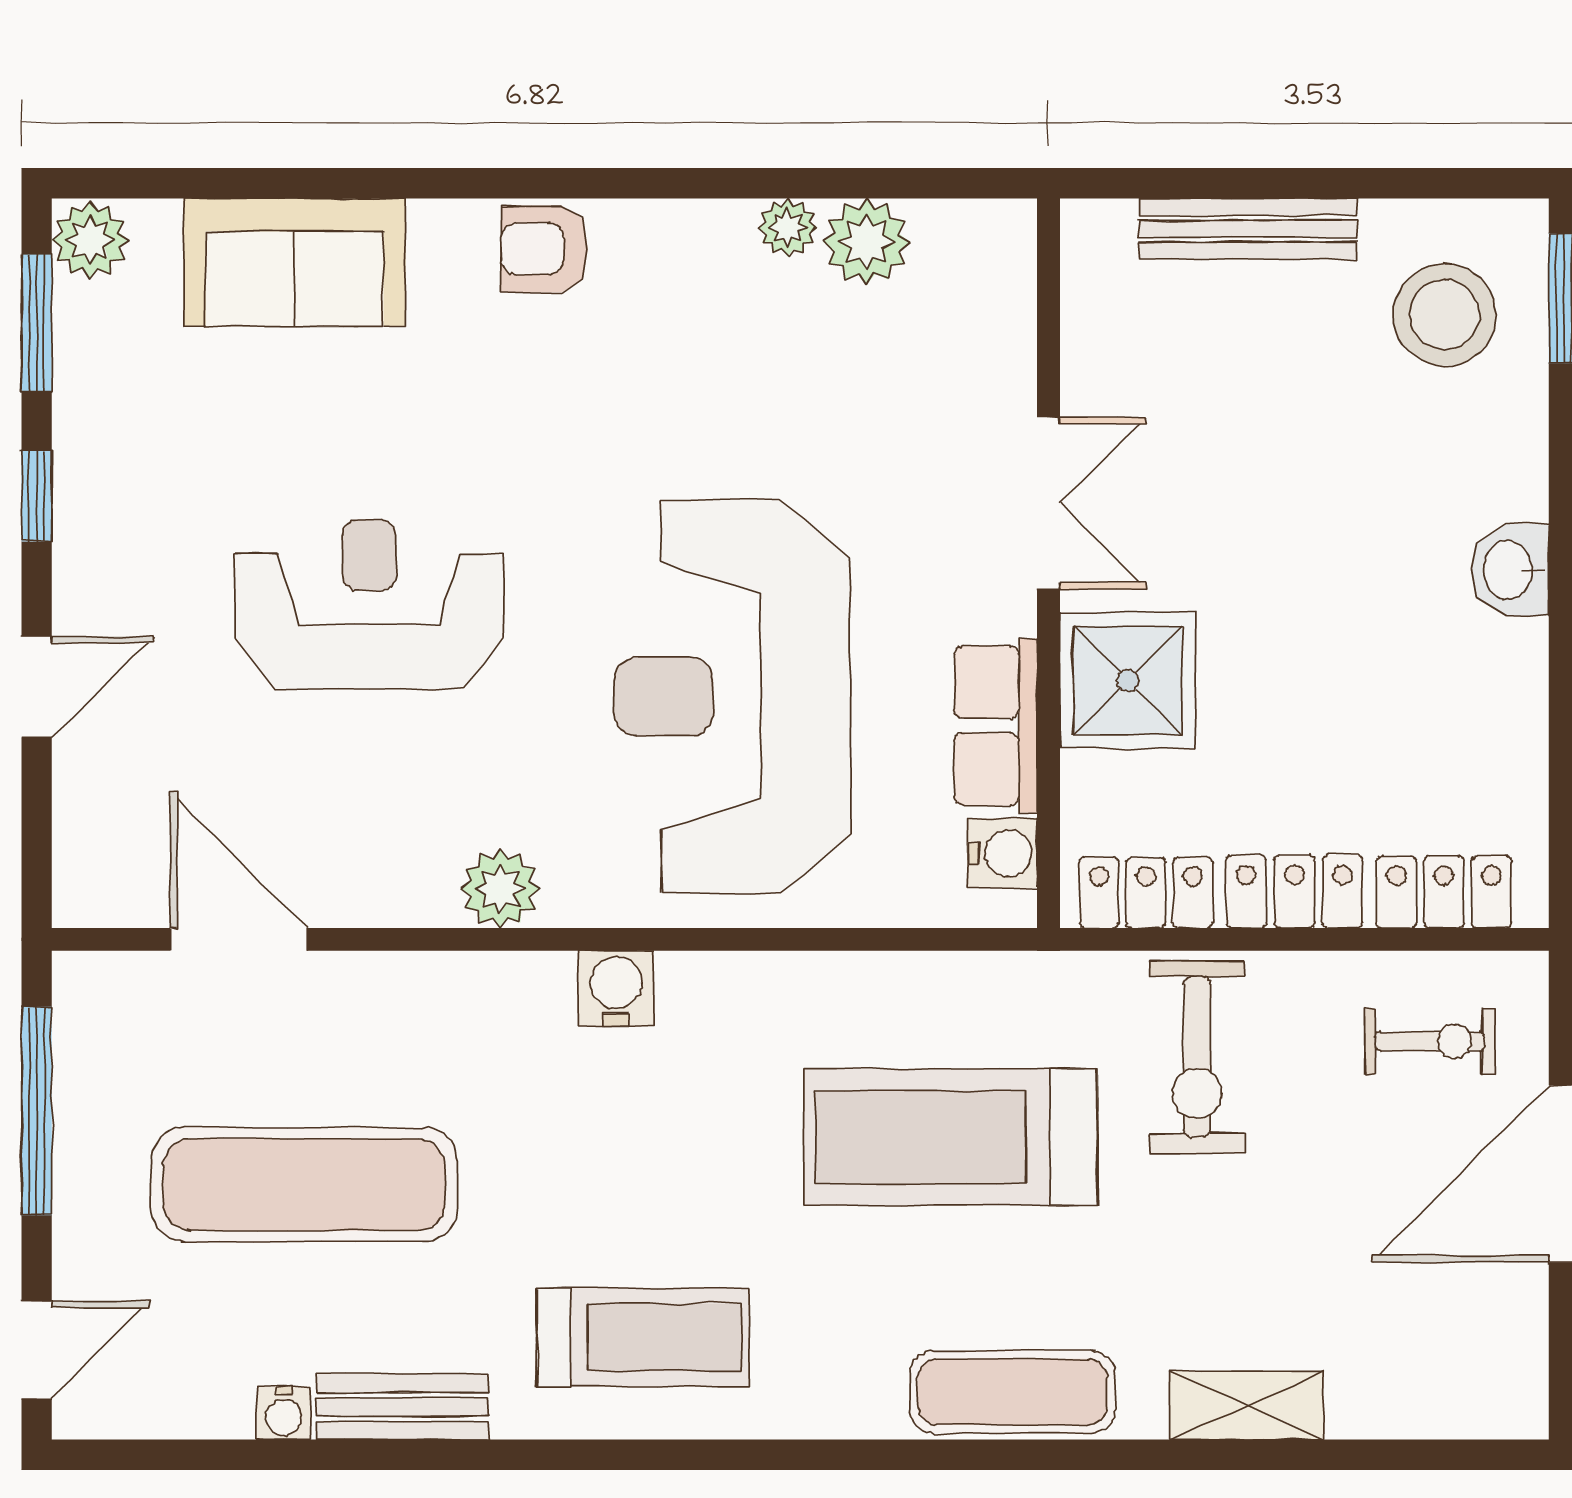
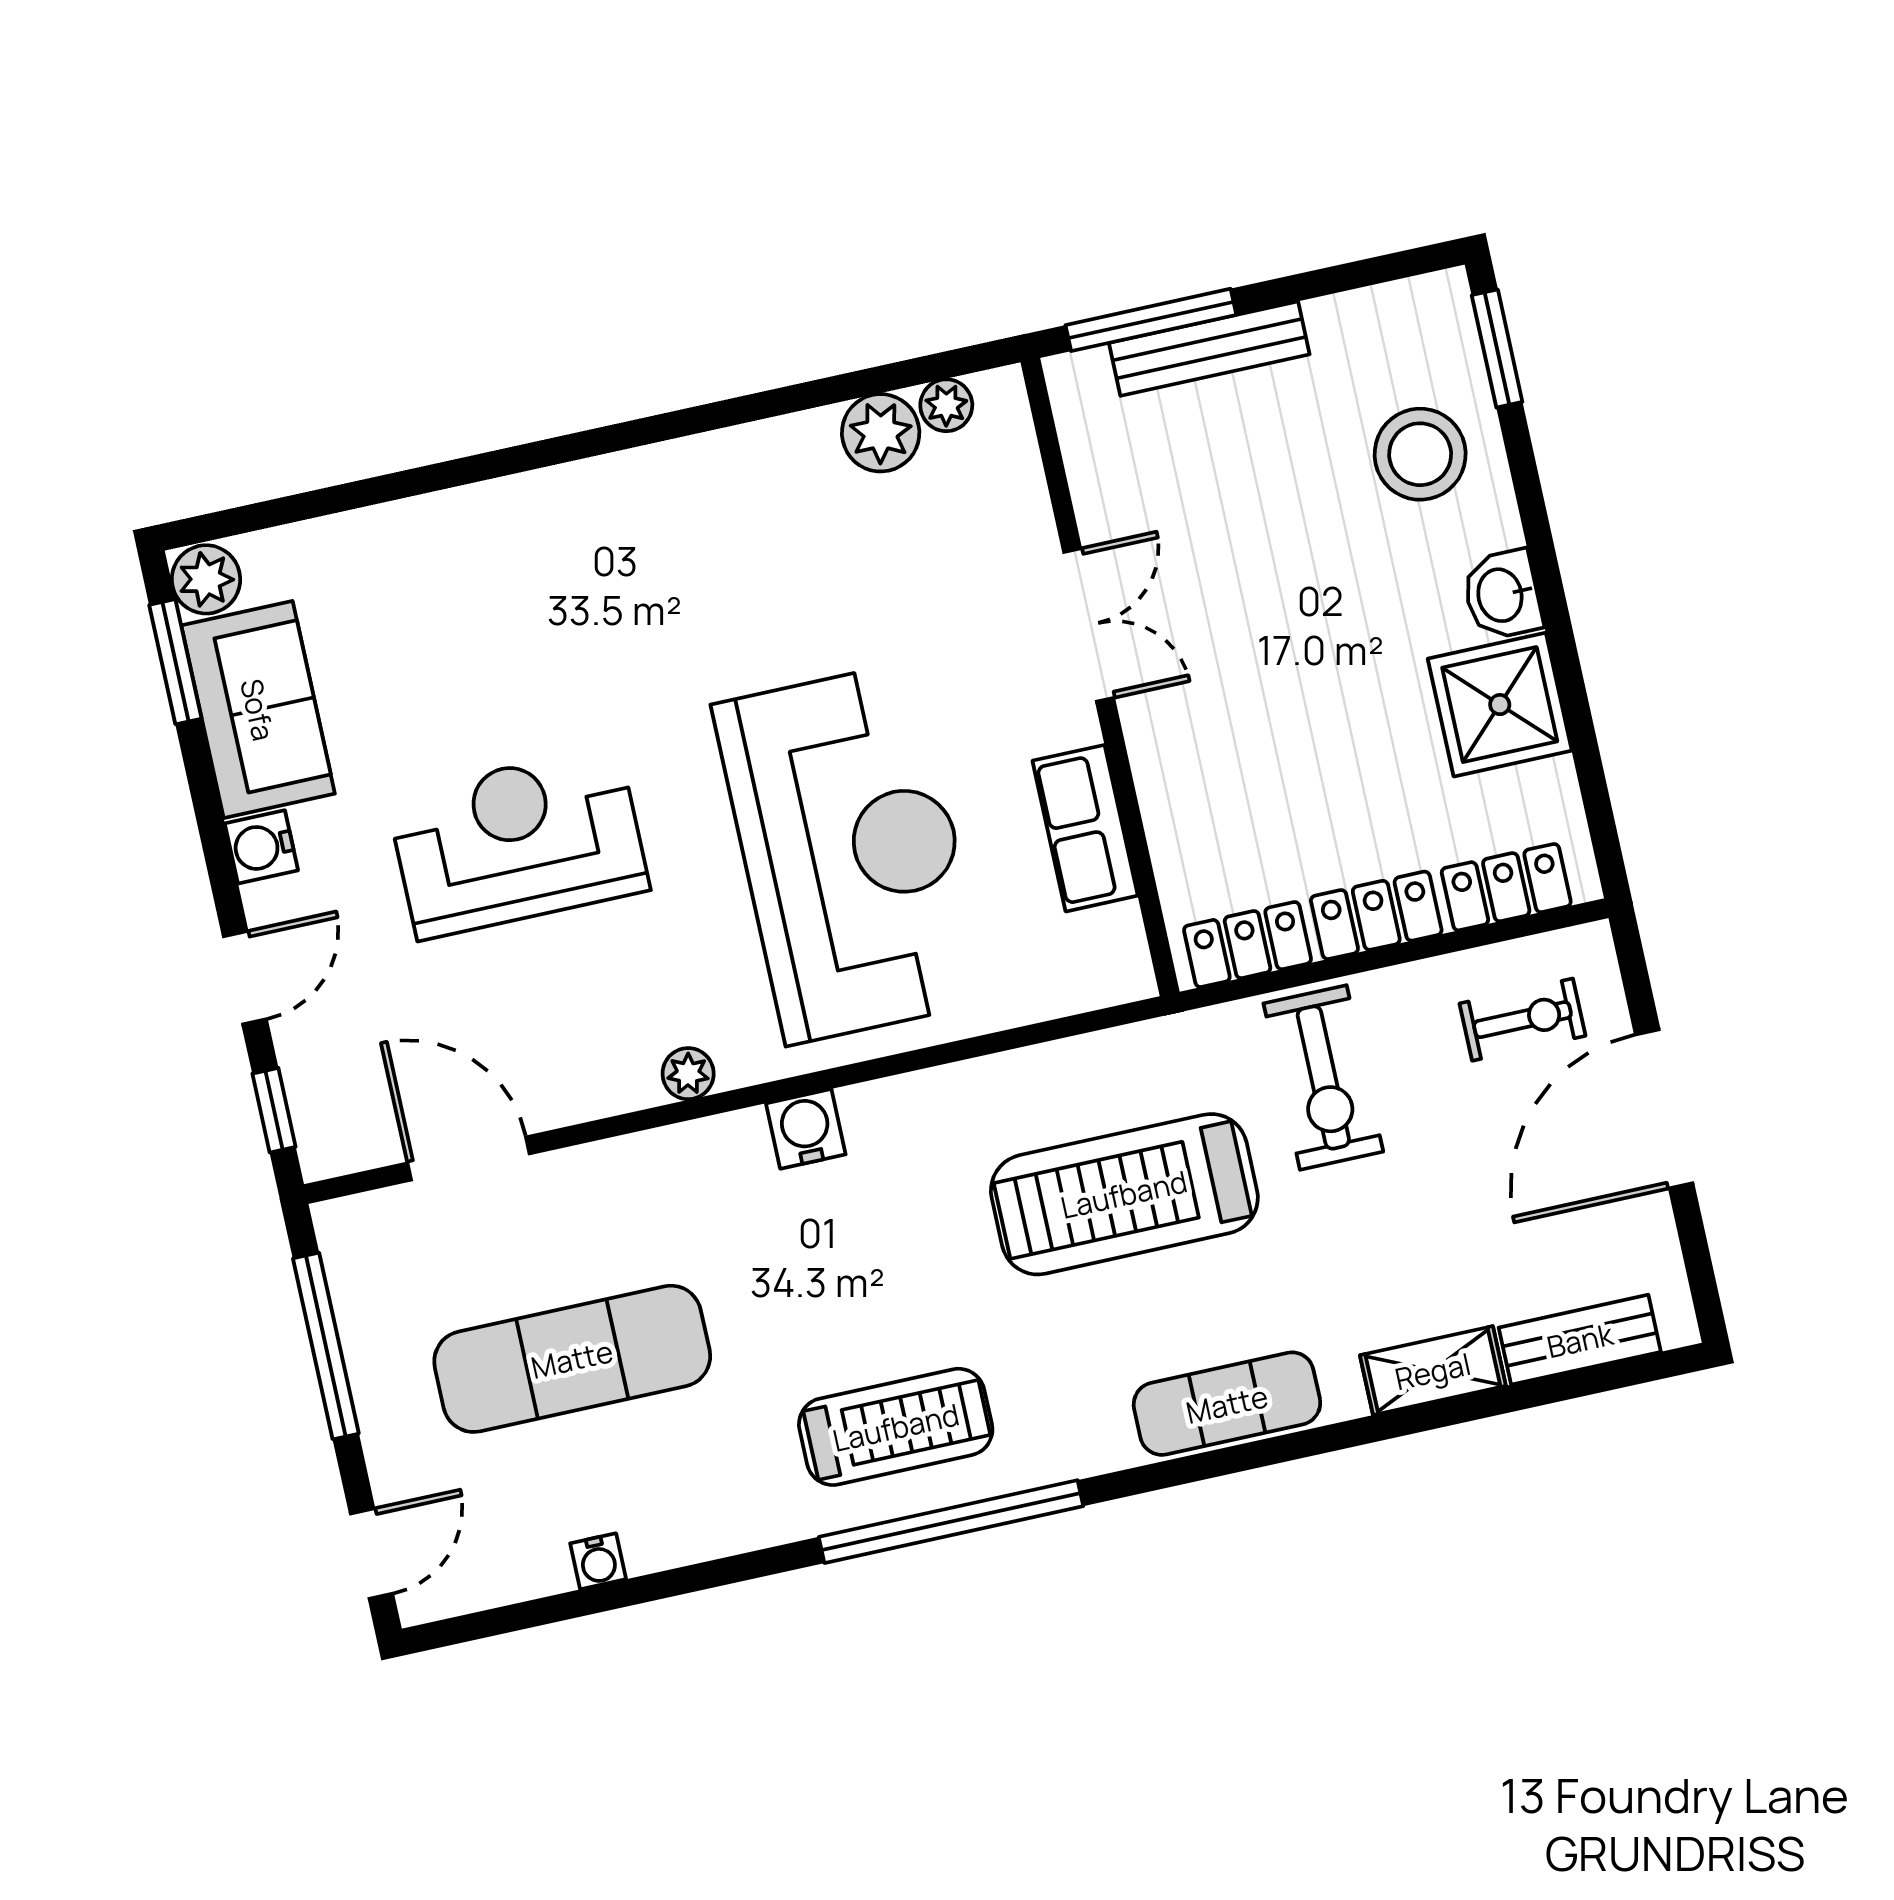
window: (1191, 183) -> (1151, 320), added
plant: (788, 228) -> (946, 405), moved
armchair: (544, 249) -> (602, 500), removed
sofa: (295, 262) -> (258, 710), moved, turned -90
stool: (1445, 315) -> (1420, 454), moved
window: (37, 496) -> (274, 1110), moved
shower: (1128, 681) -> (1500, 705), moved
reception desk: (732, 696) -> (851, 853), turned 180
water cooler: (1003, 853) -> (261, 847), moved, turned 180
plant: (500, 889) -> (688, 1074), width x0.73, depth x0.73
bench: (402, 1407) -> (1580, 1340), moved
window: (681, 1455) -> (951, 1522), added

